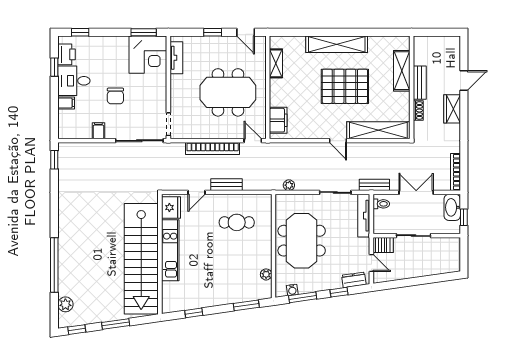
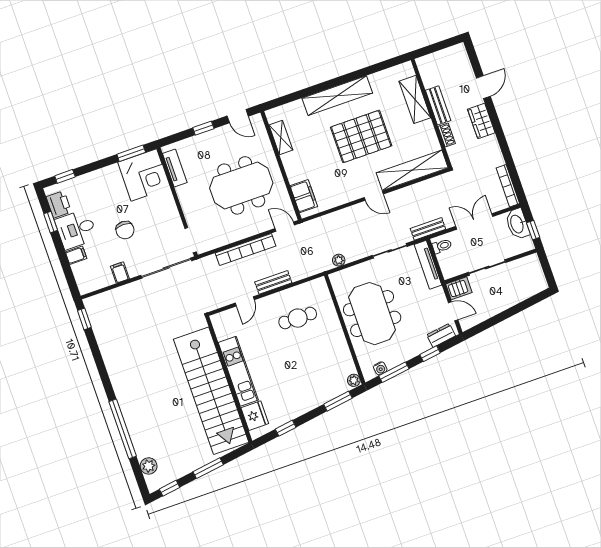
fridge: (171, 207) -> (255, 416), moved
plant: (266, 274) -> (354, 380), moved

